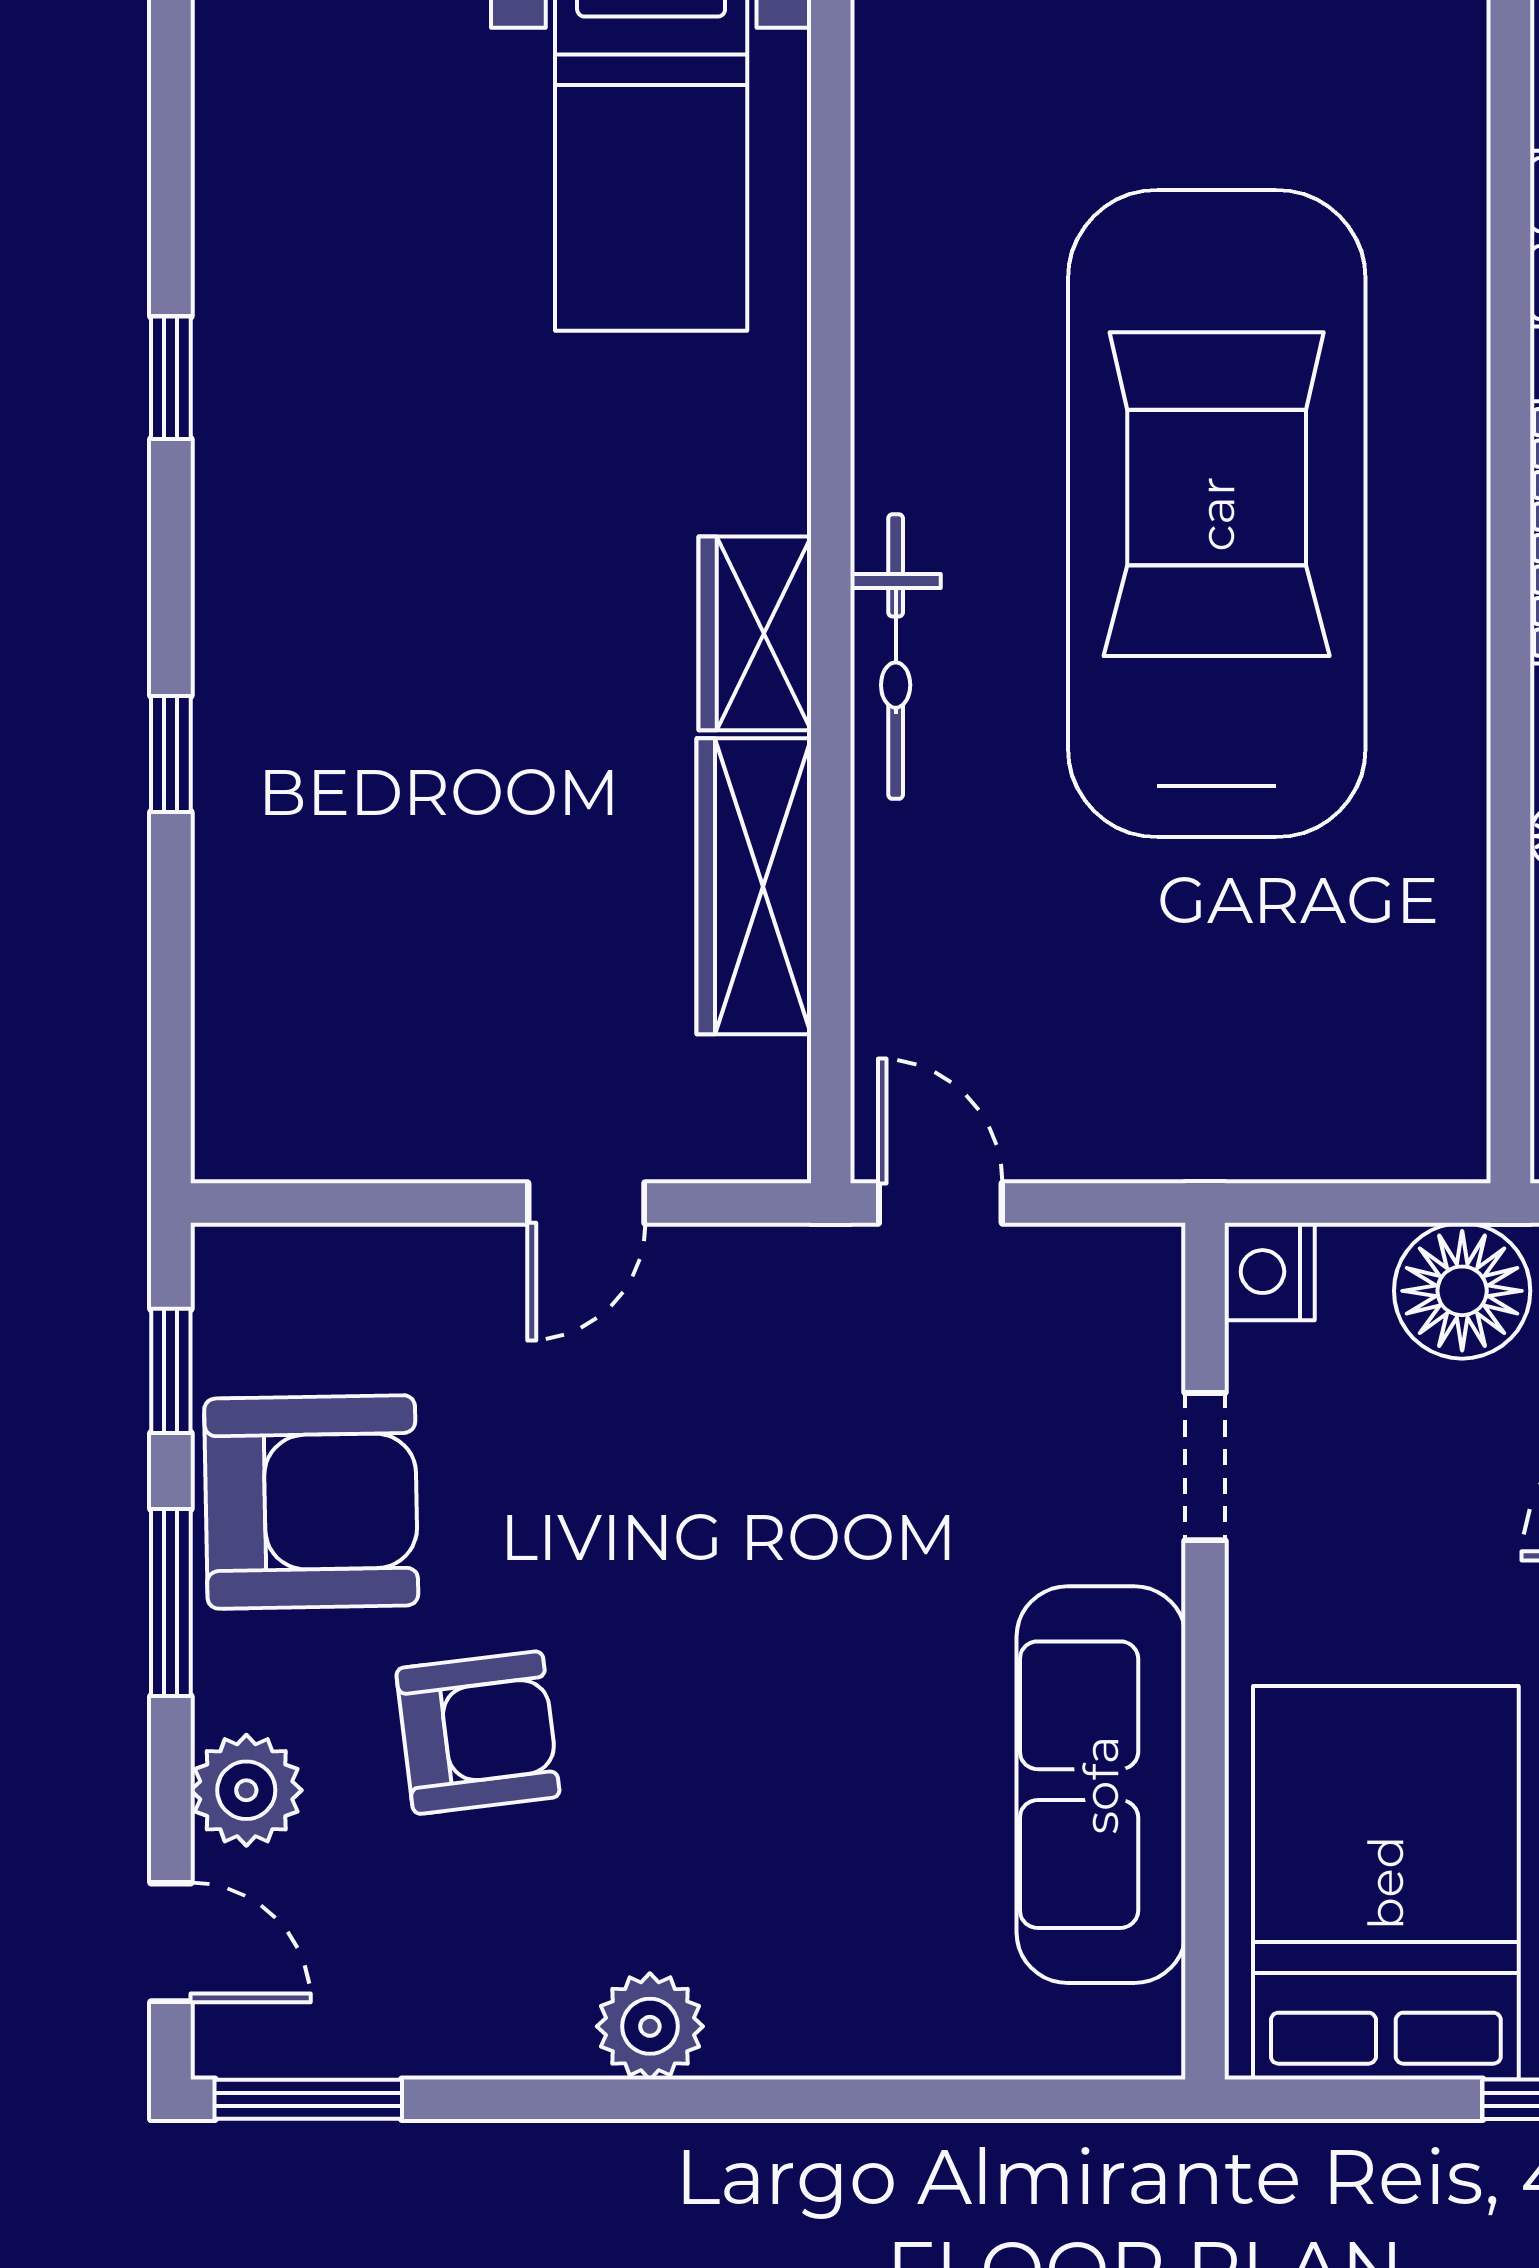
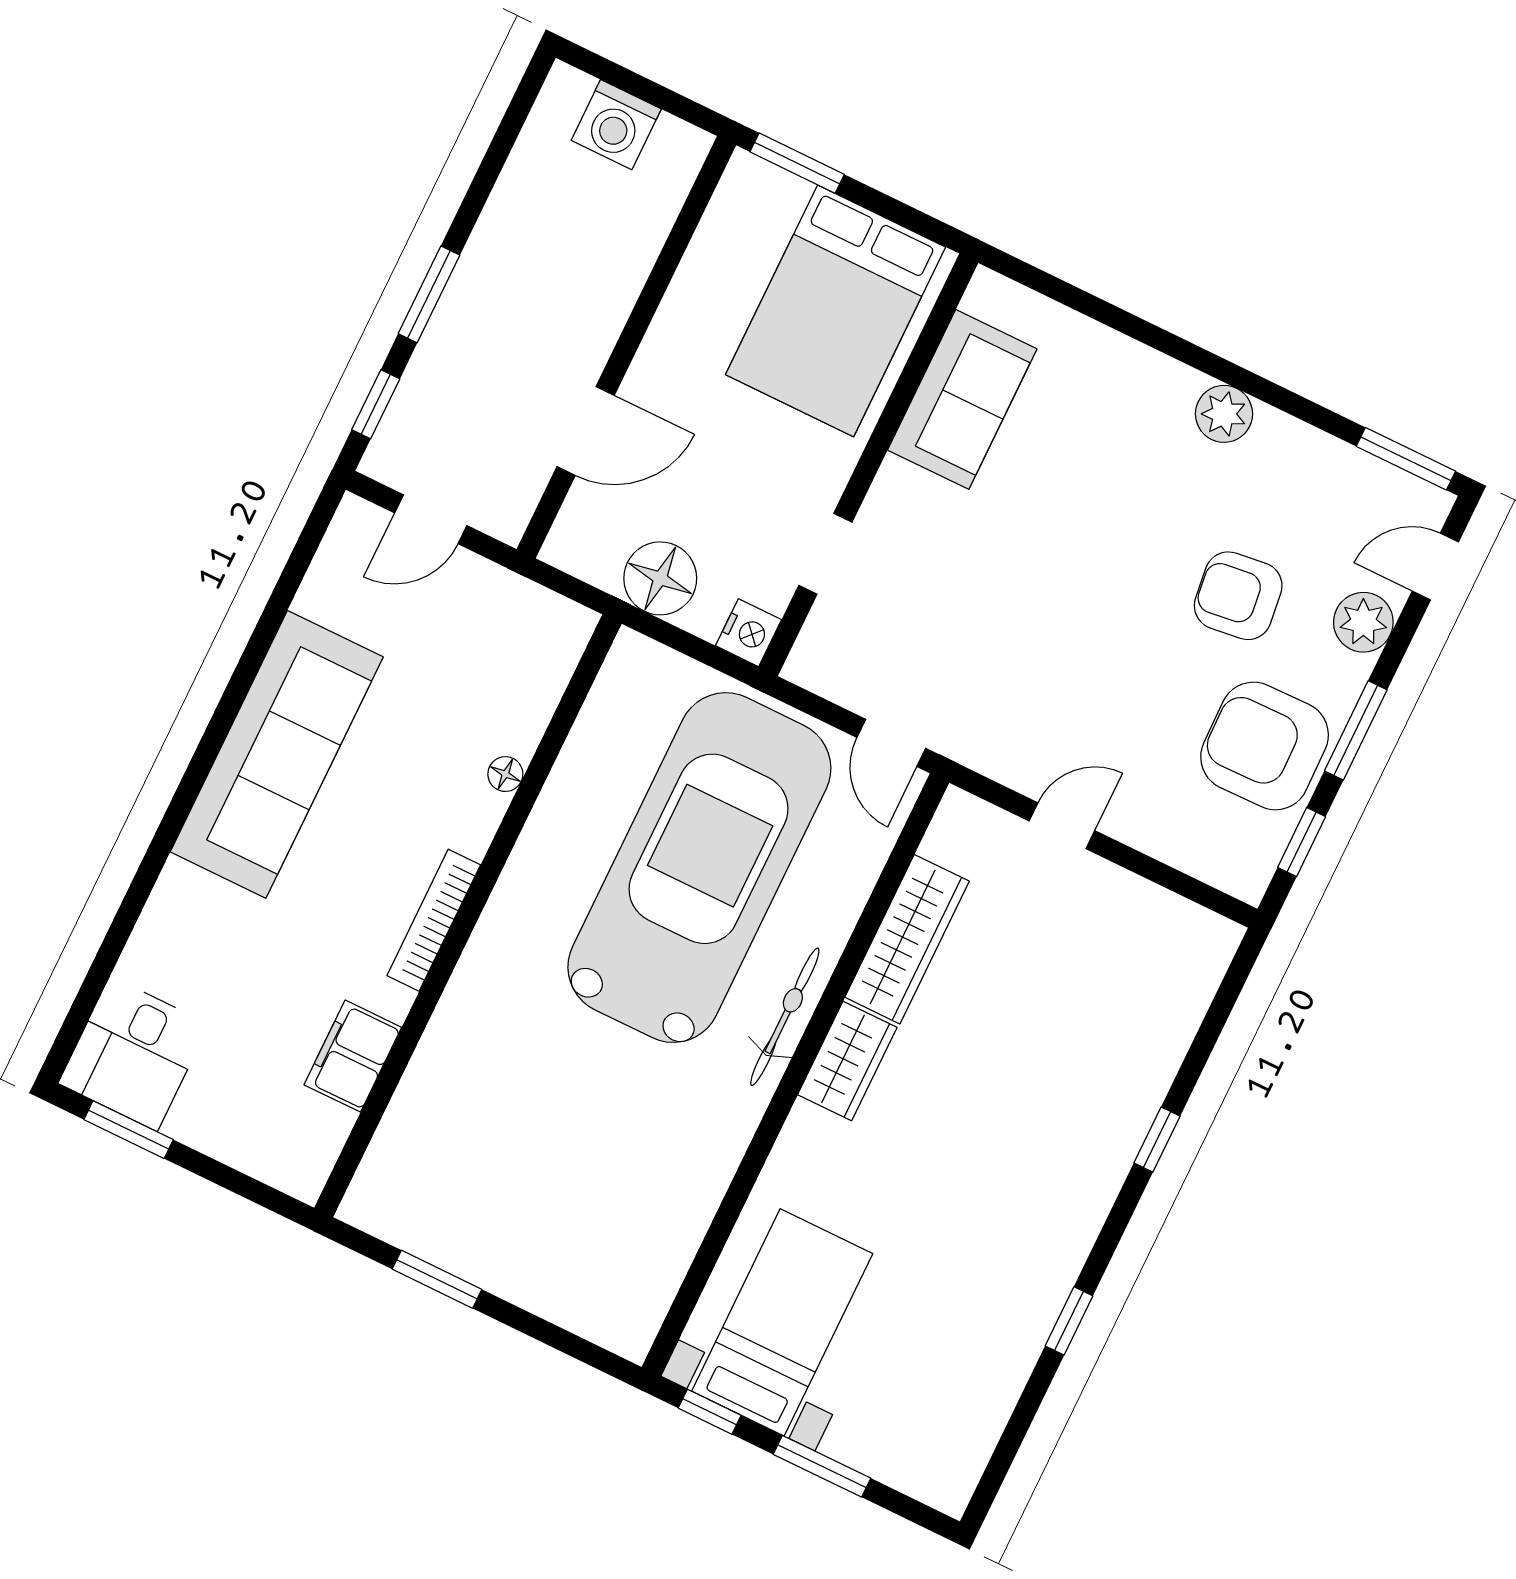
car: (1217, 514) -> (699, 868), moved, turned 180
sofa: (1101, 1785) -> (962, 399), width x0.73
door: (171, 1942) -> (1435, 566), hinge flipped

